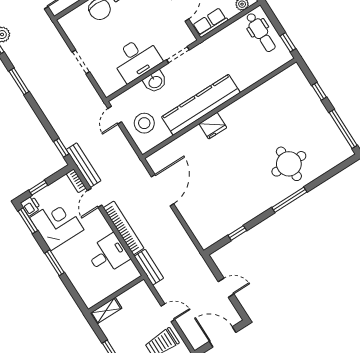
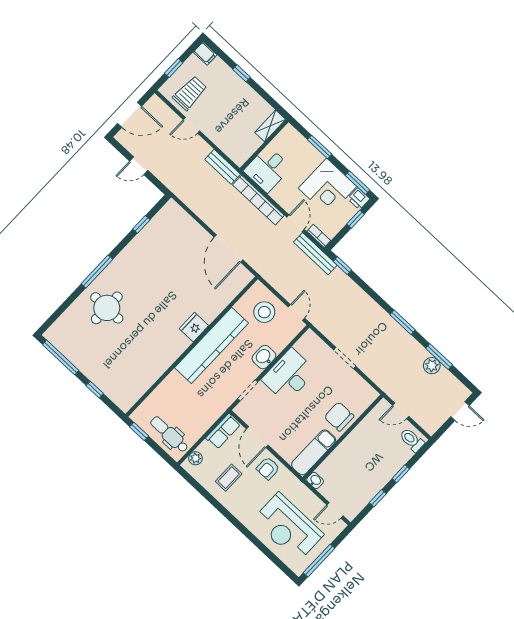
wall: (116, 294) -> (264, 145), moved
shelving: (106, 311) -> (270, 126), moved

